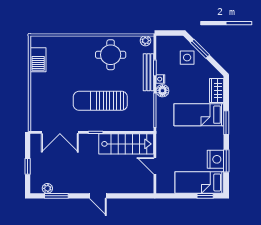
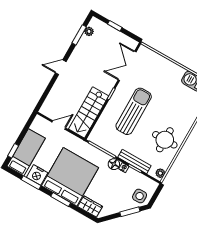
side table: (187, 58) -> (140, 196), moved
bed: (199, 115) -> (70, 177), width x2.04

